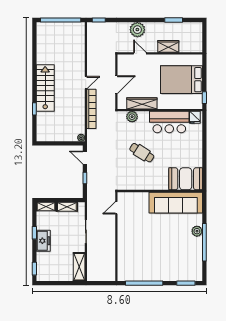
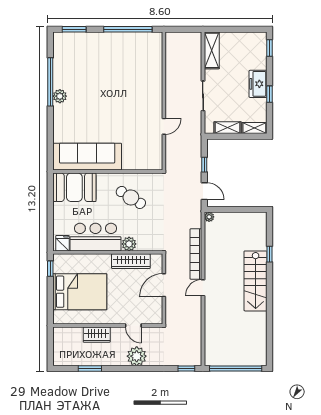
plant: (132, 117) -> (129, 244), moved
booth: (186, 179) -> (74, 187), moved
wall: (160, 191) -> (108, 172), moved
sofa: (176, 203) -> (87, 157), moved

